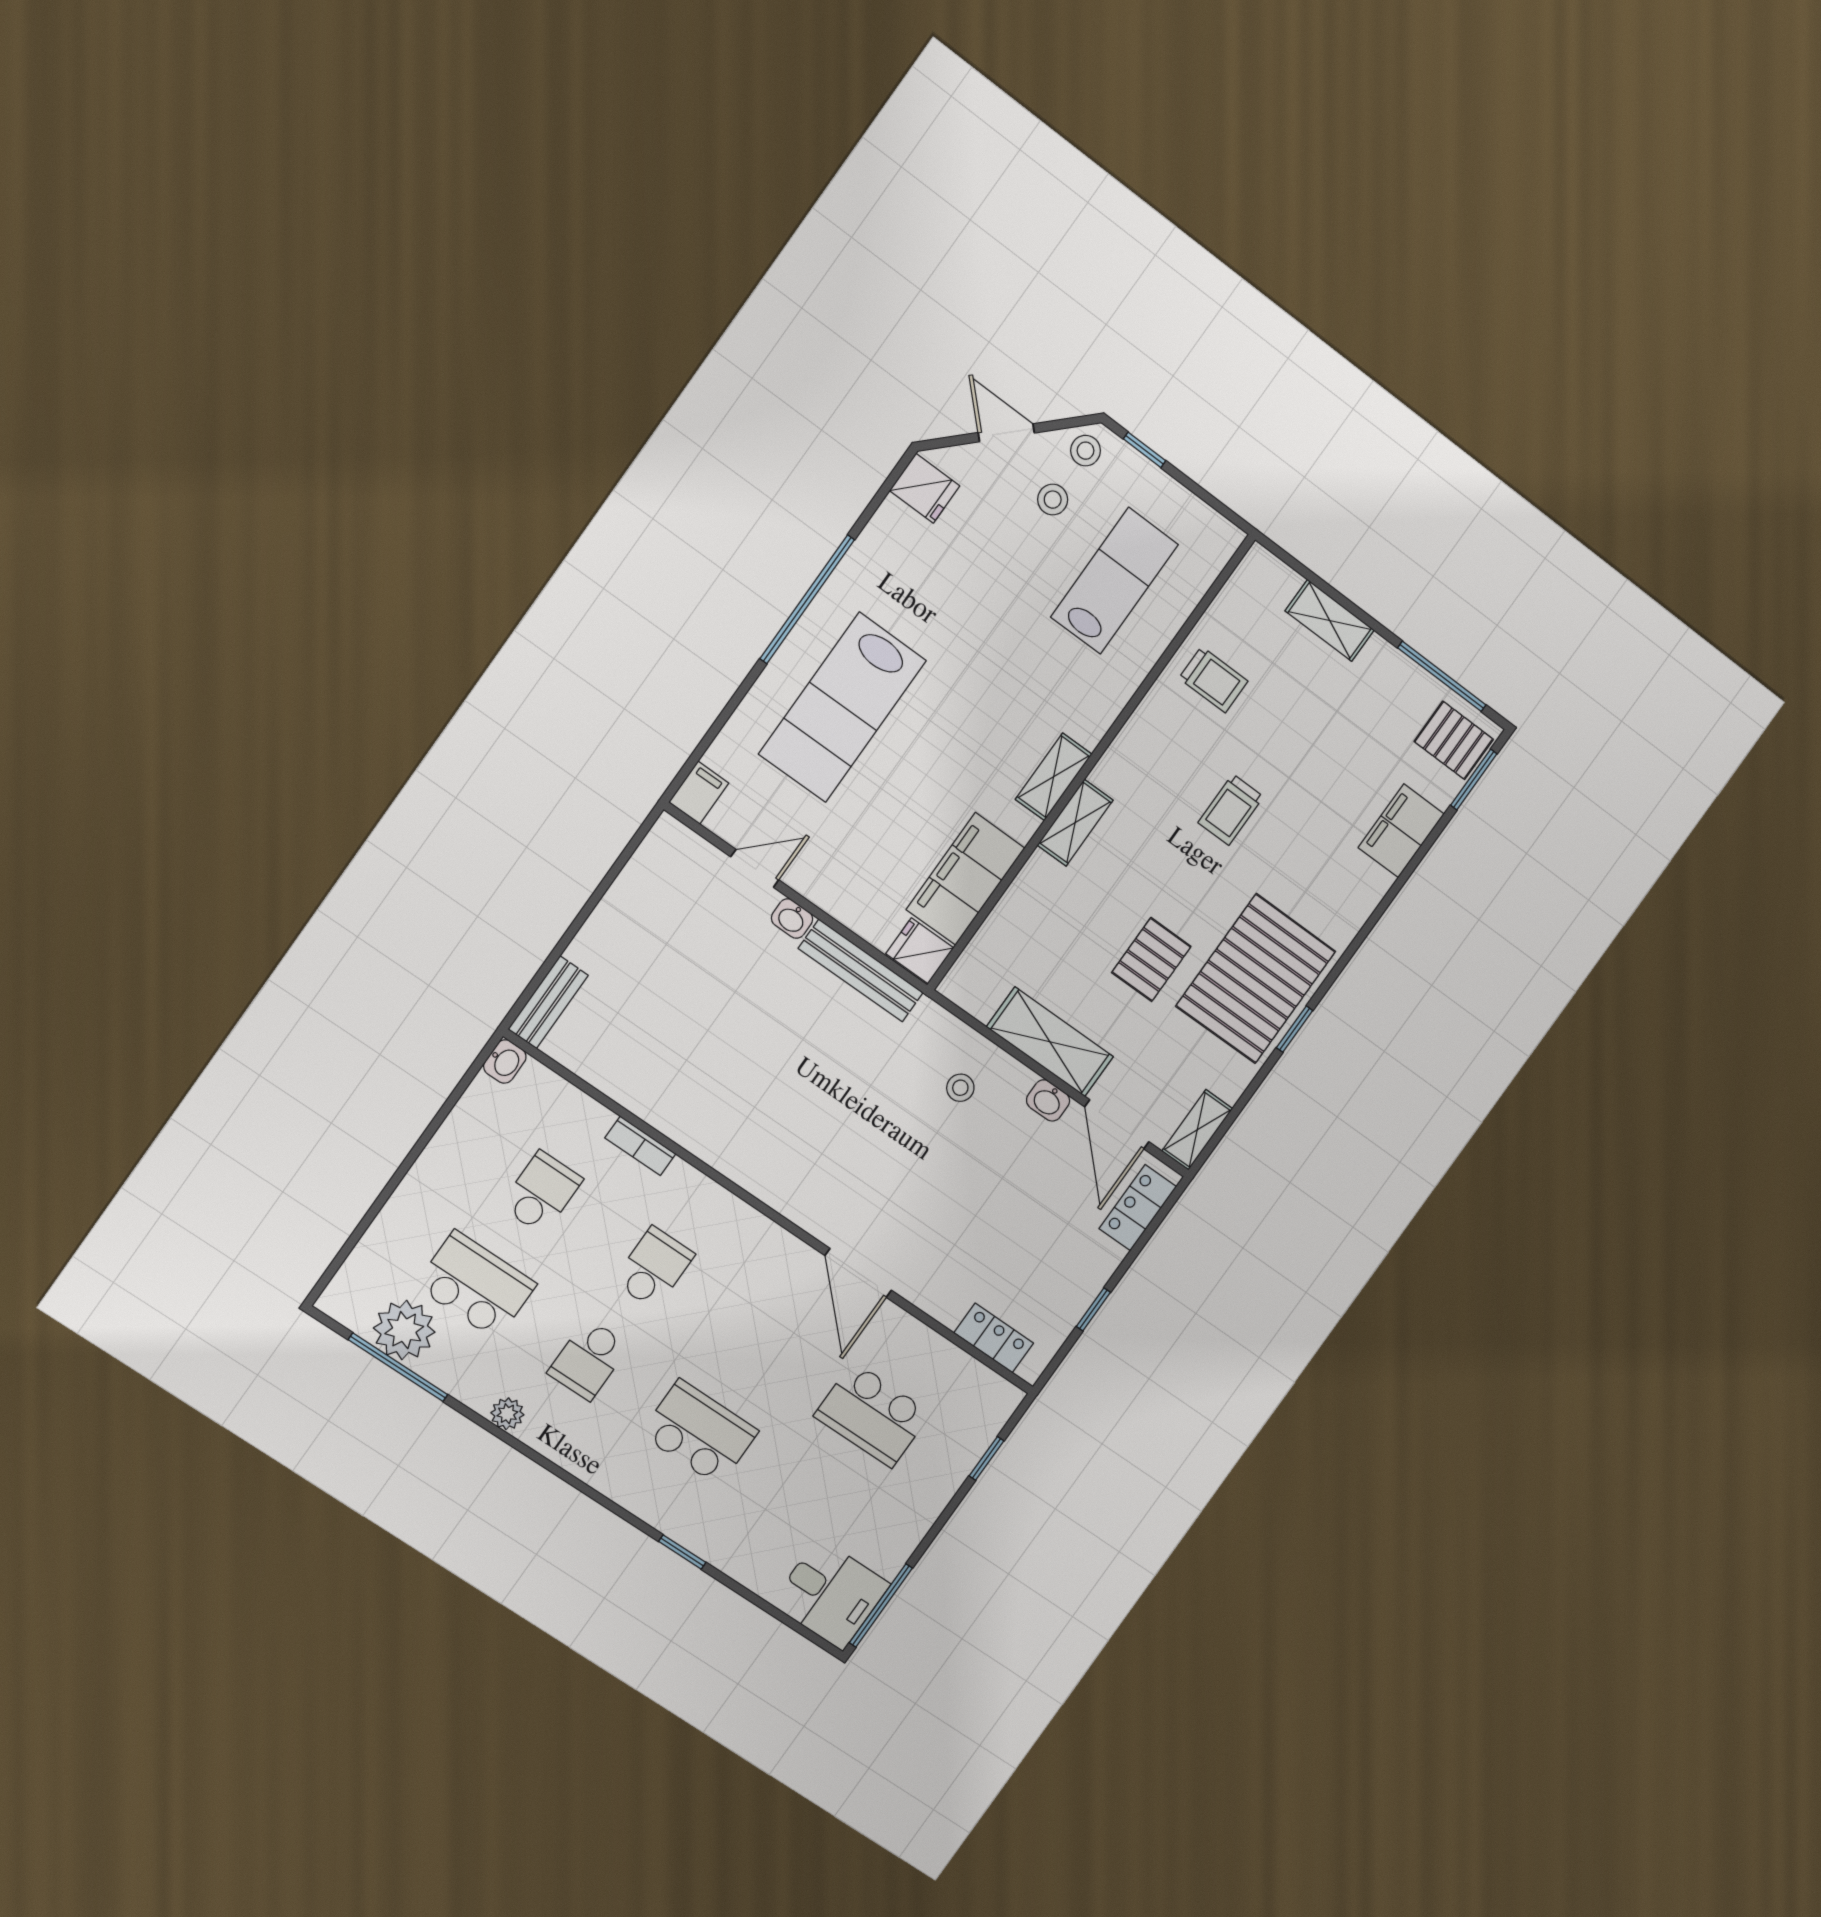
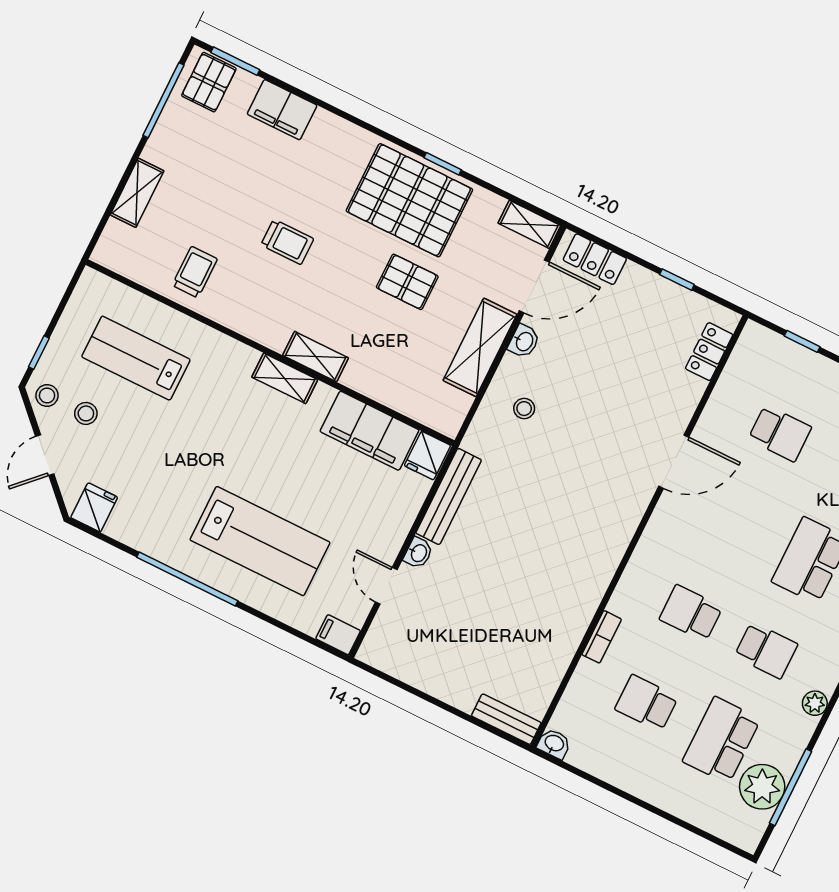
school desk: (872, 1415) -> (780, 433), width x0.54

